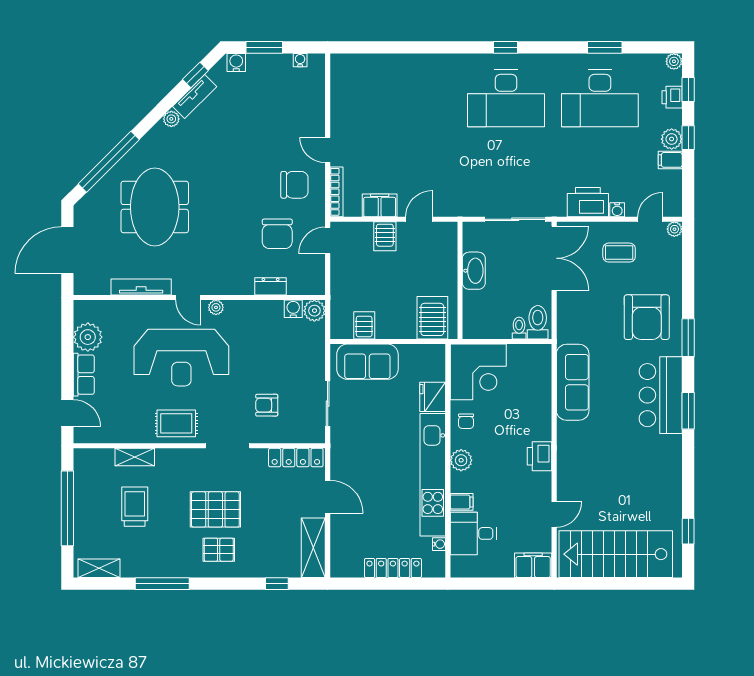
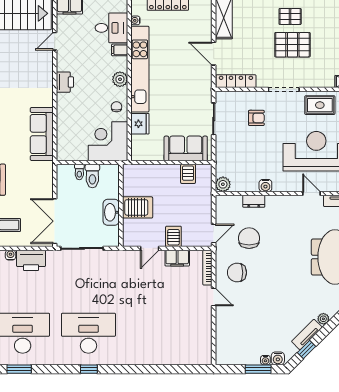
water cooler: (300, 60) -> (265, 360), moved
plant: (216, 307) -> (292, 187), removed
water cooler: (293, 309) -> (265, 186), moved
server rack: (432, 318) -> (138, 207), moved, turned -90
toilet: (538, 322) -> (92, 176), moved

